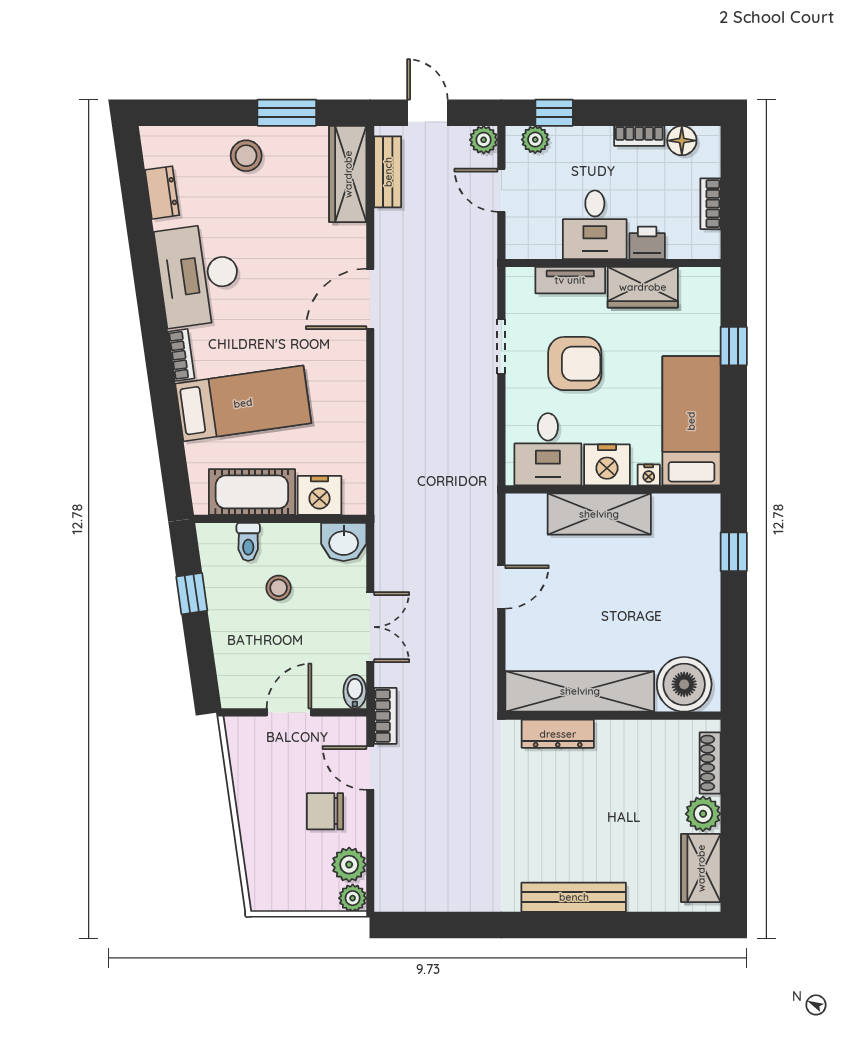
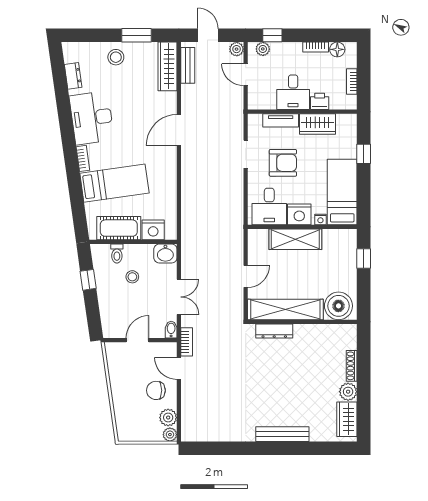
boiler: (684, 684) -> (338, 306), moved
shelving: (580, 691) -> (285, 309), moved
wall: (613, 716) -> (302, 322), moved
dresser: (558, 734) -> (274, 331), moved

